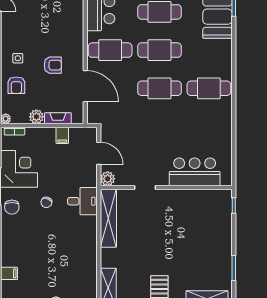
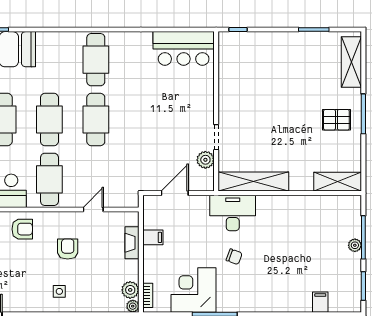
armchair: (16, 85) -> (22, 229), moved
door: (85, 86) -> (93, 210), width x0.53
plant: (36, 117) -> (130, 290), moved
bar counter: (195, 172) -> (184, 48), moved, turned -90
plant: (108, 179) -> (205, 160), moved
desk: (82, 201) -> (233, 213), width x1.37
chair: (12, 207) -> (240, 299), removed

